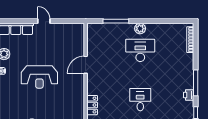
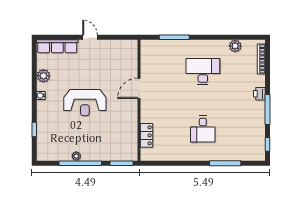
plant: (140, 29) -> (235, 46), moved
printer: (189, 95) -> (259, 94), moved
desk: (140, 100) -> (203, 129), turned 180

